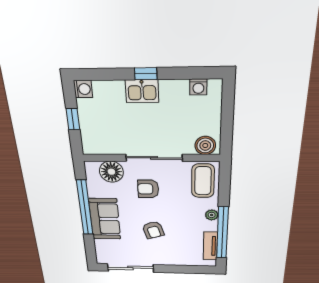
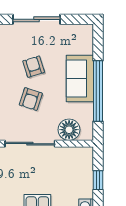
armchair: (148, 189) -> (31, 99), moved, turned 108
sliding door: (130, 268) -> (37, 19), moved

